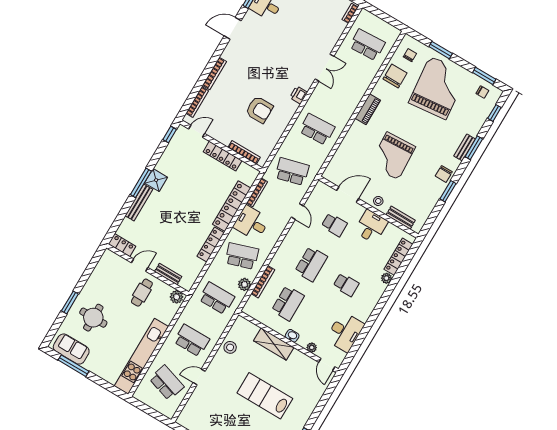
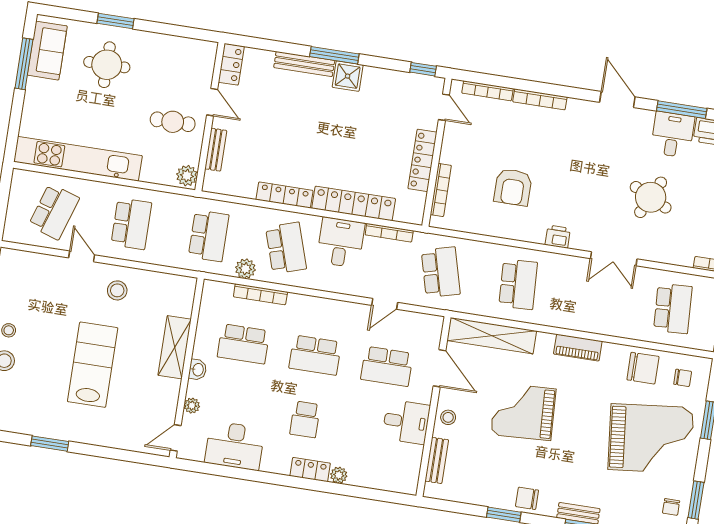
round table: (297, 32) -> (651, 197), added
shelving: (341, 157) -> (492, 336), added
school desk: (334, 225) -> (387, 366), width x1.85
locker: (398, 257) -> (310, 470), moved, width x0.66
stool: (230, 347) -> (117, 290), moved

